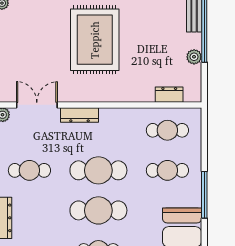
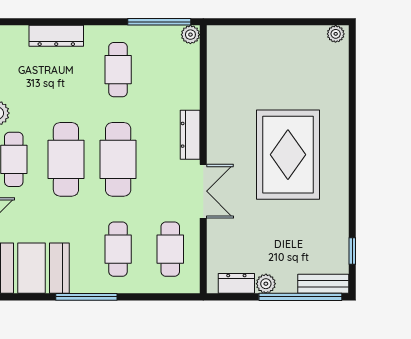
rug: (95, 40) -> (288, 155), turned 90
dresser: (169, 95) -> (236, 283), moved, turned -90
double door: (37, 105) -> (203, 191), moved

